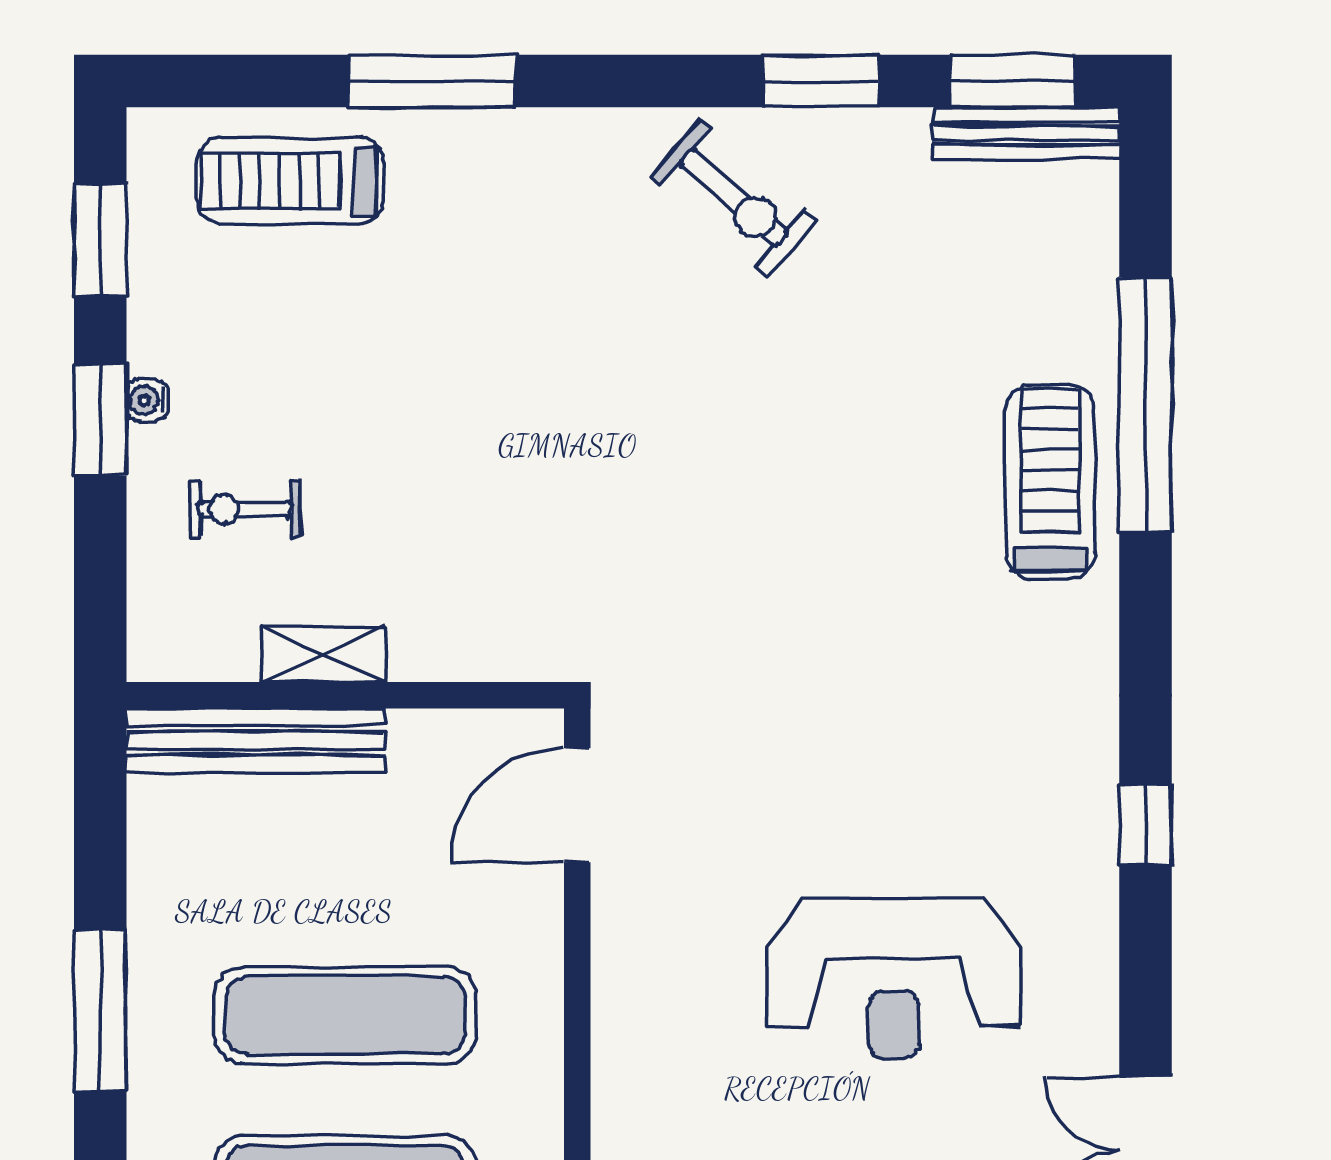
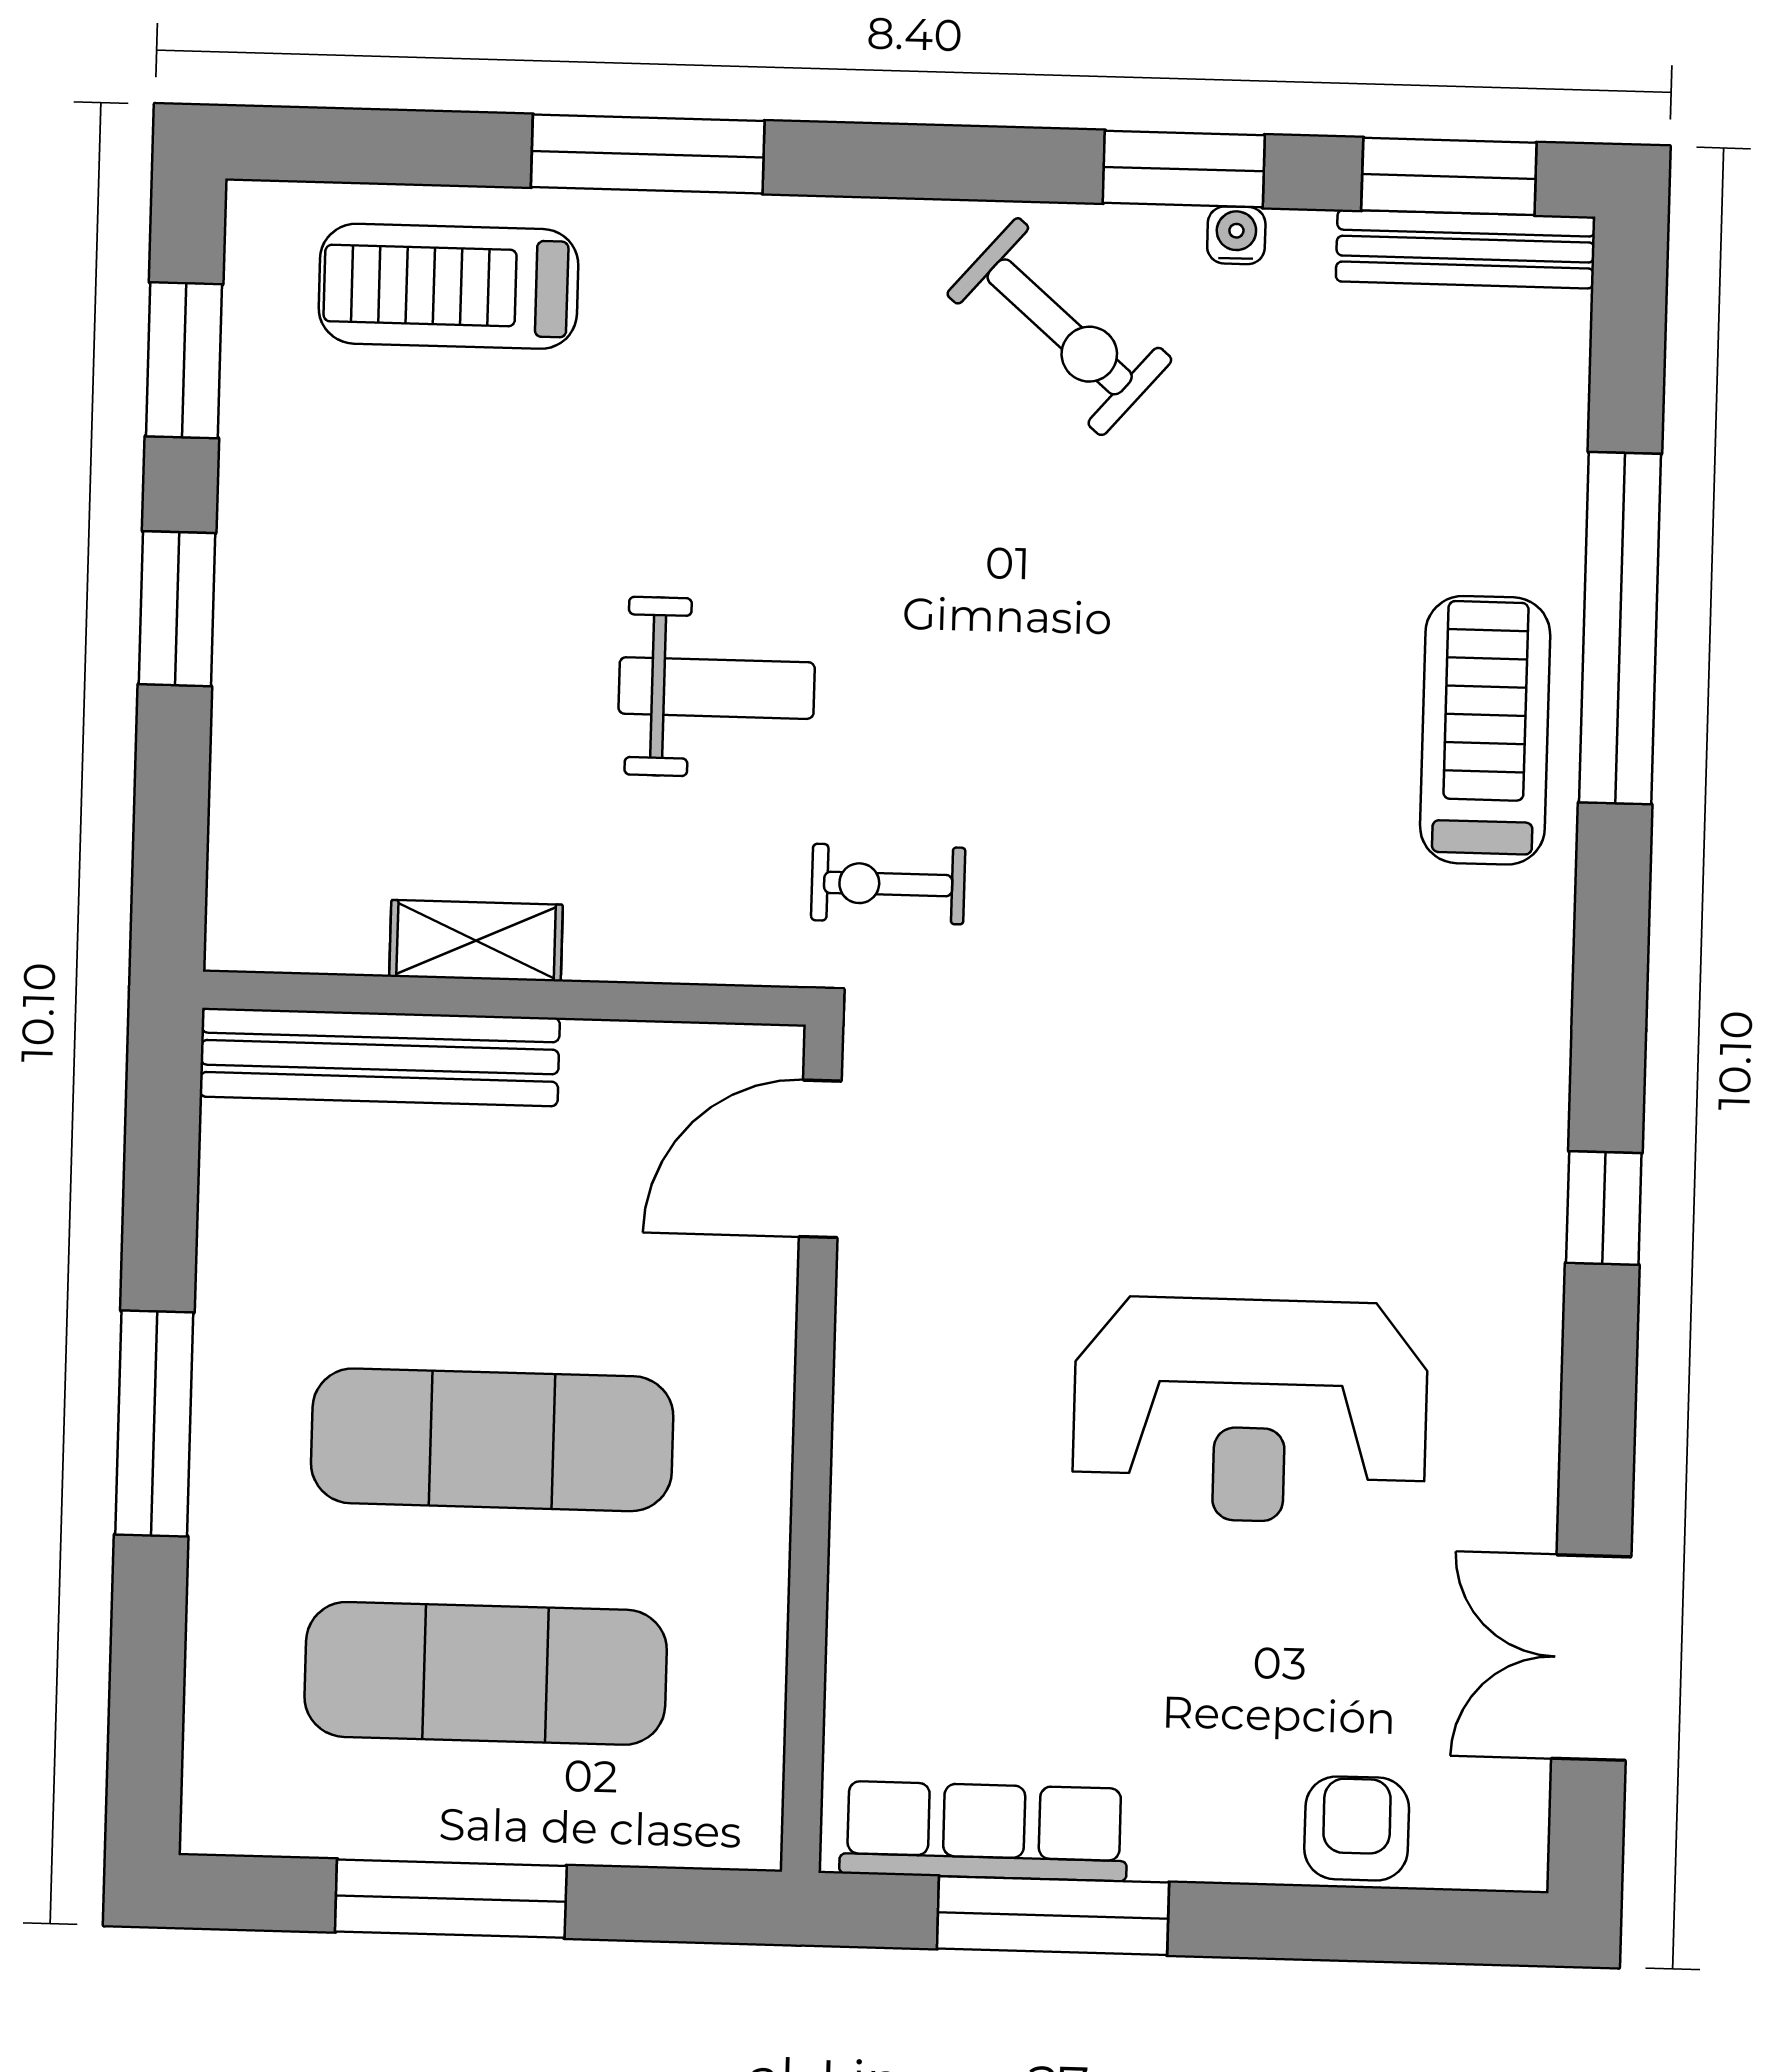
water cooler: (147, 400) -> (1236, 235), moved, turned 90
weight bench: (493, 466) -> (717, 688), added
exercise bike: (245, 509) -> (888, 884), moved

